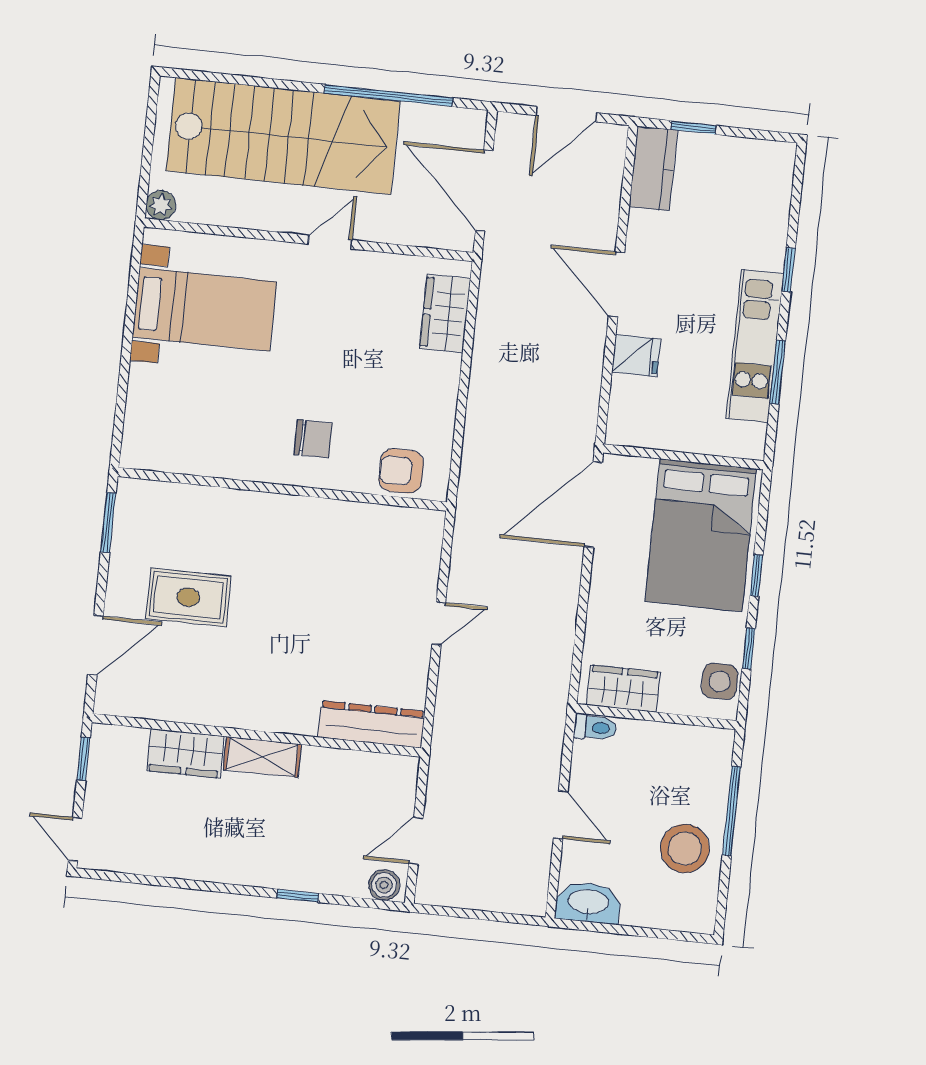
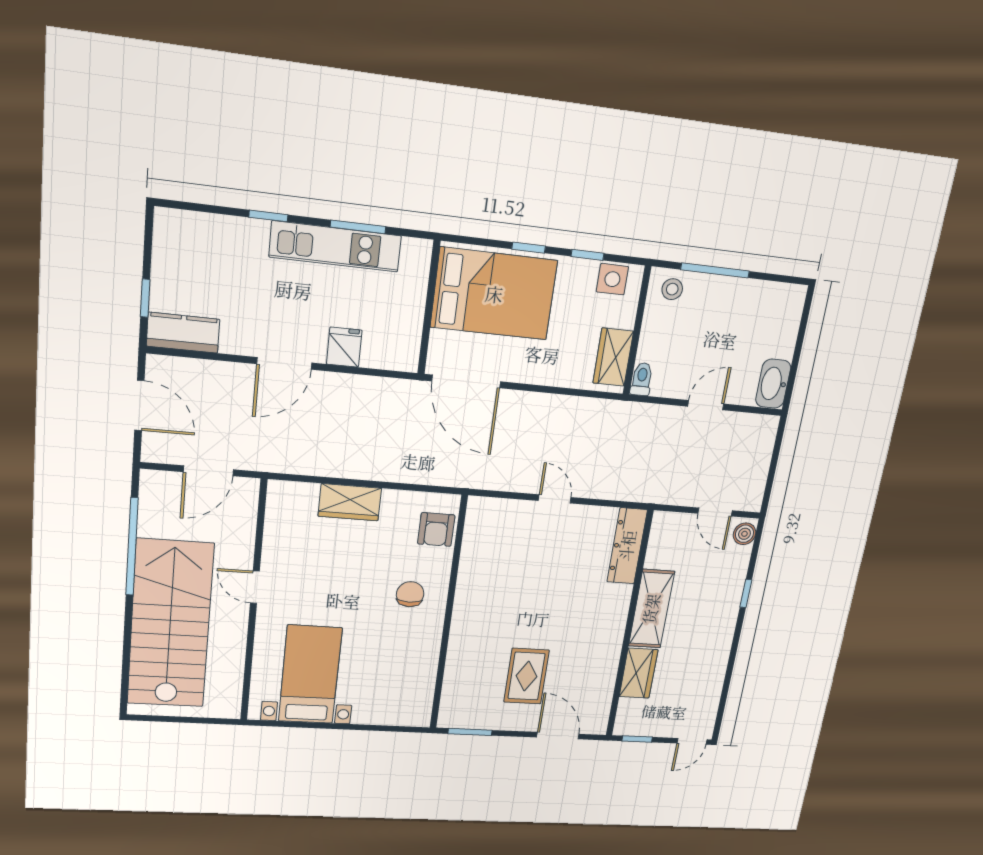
door: (484, 191) -> (208, 471), width x0.73
plant: (161, 205) -> (230, 709), removed
wardrobe: (445, 314) -> (350, 502), moved
shelving: (262, 757) -> (651, 609), width x1.50, depth x1.33
stool: (685, 848) -> (672, 289), moved, width x0.53, depth x0.53

